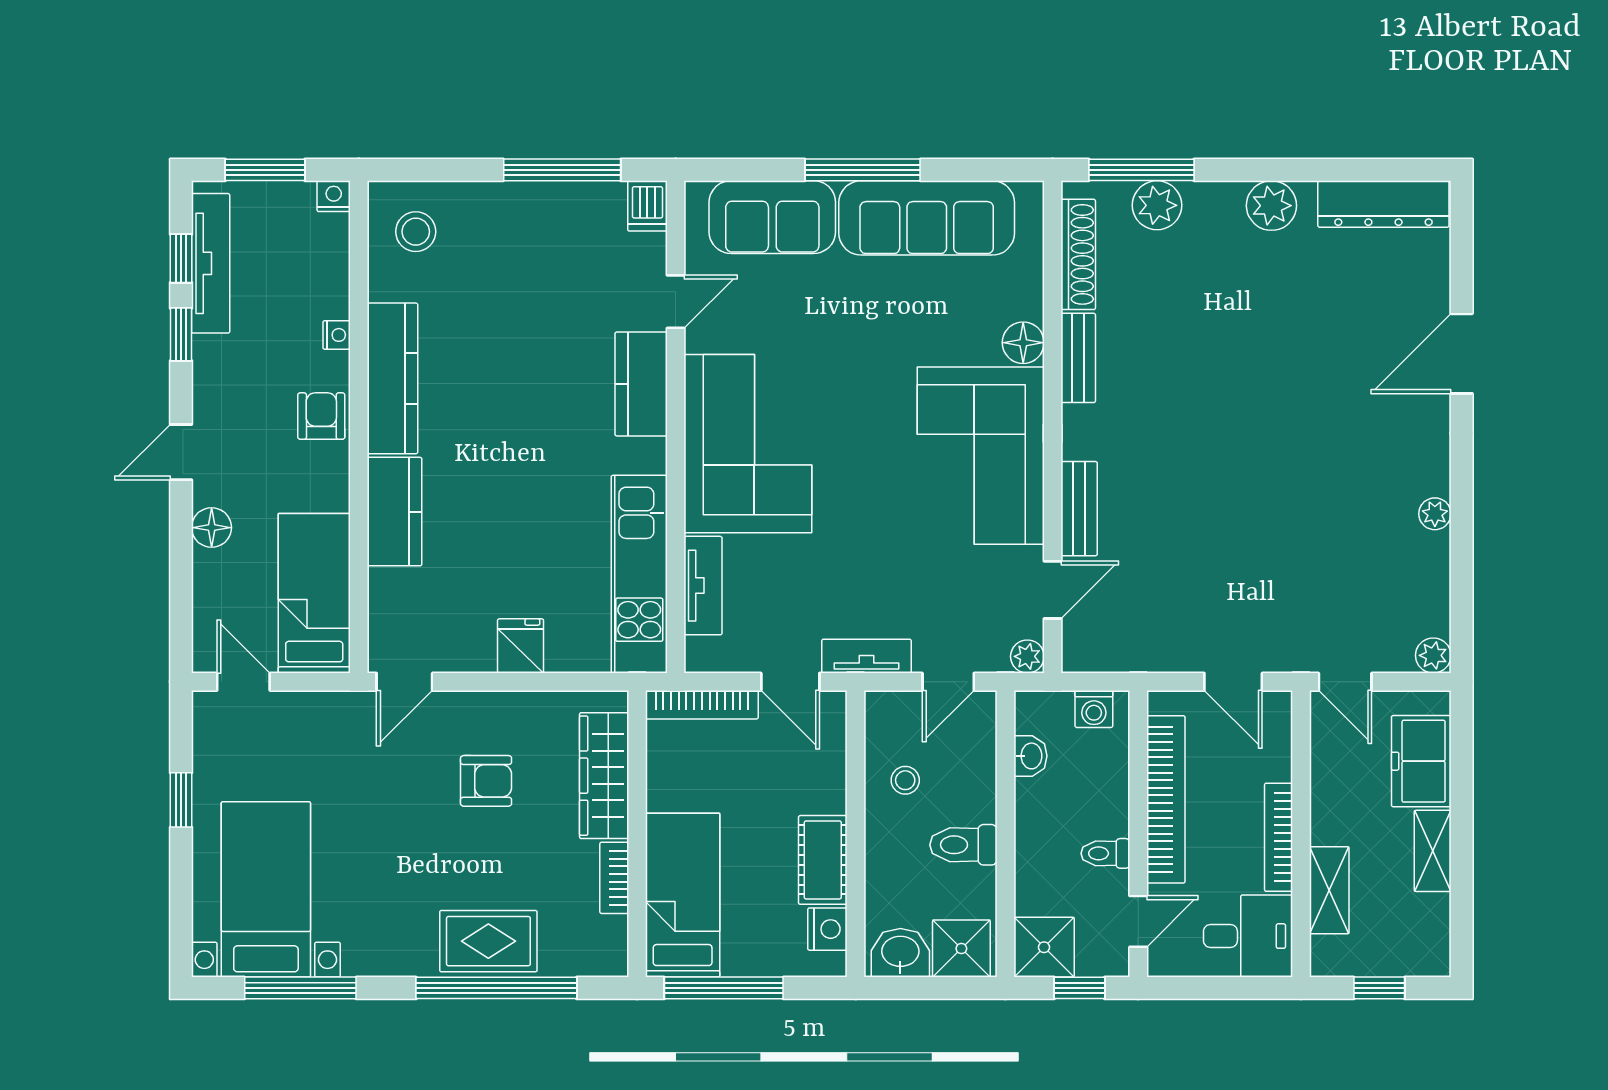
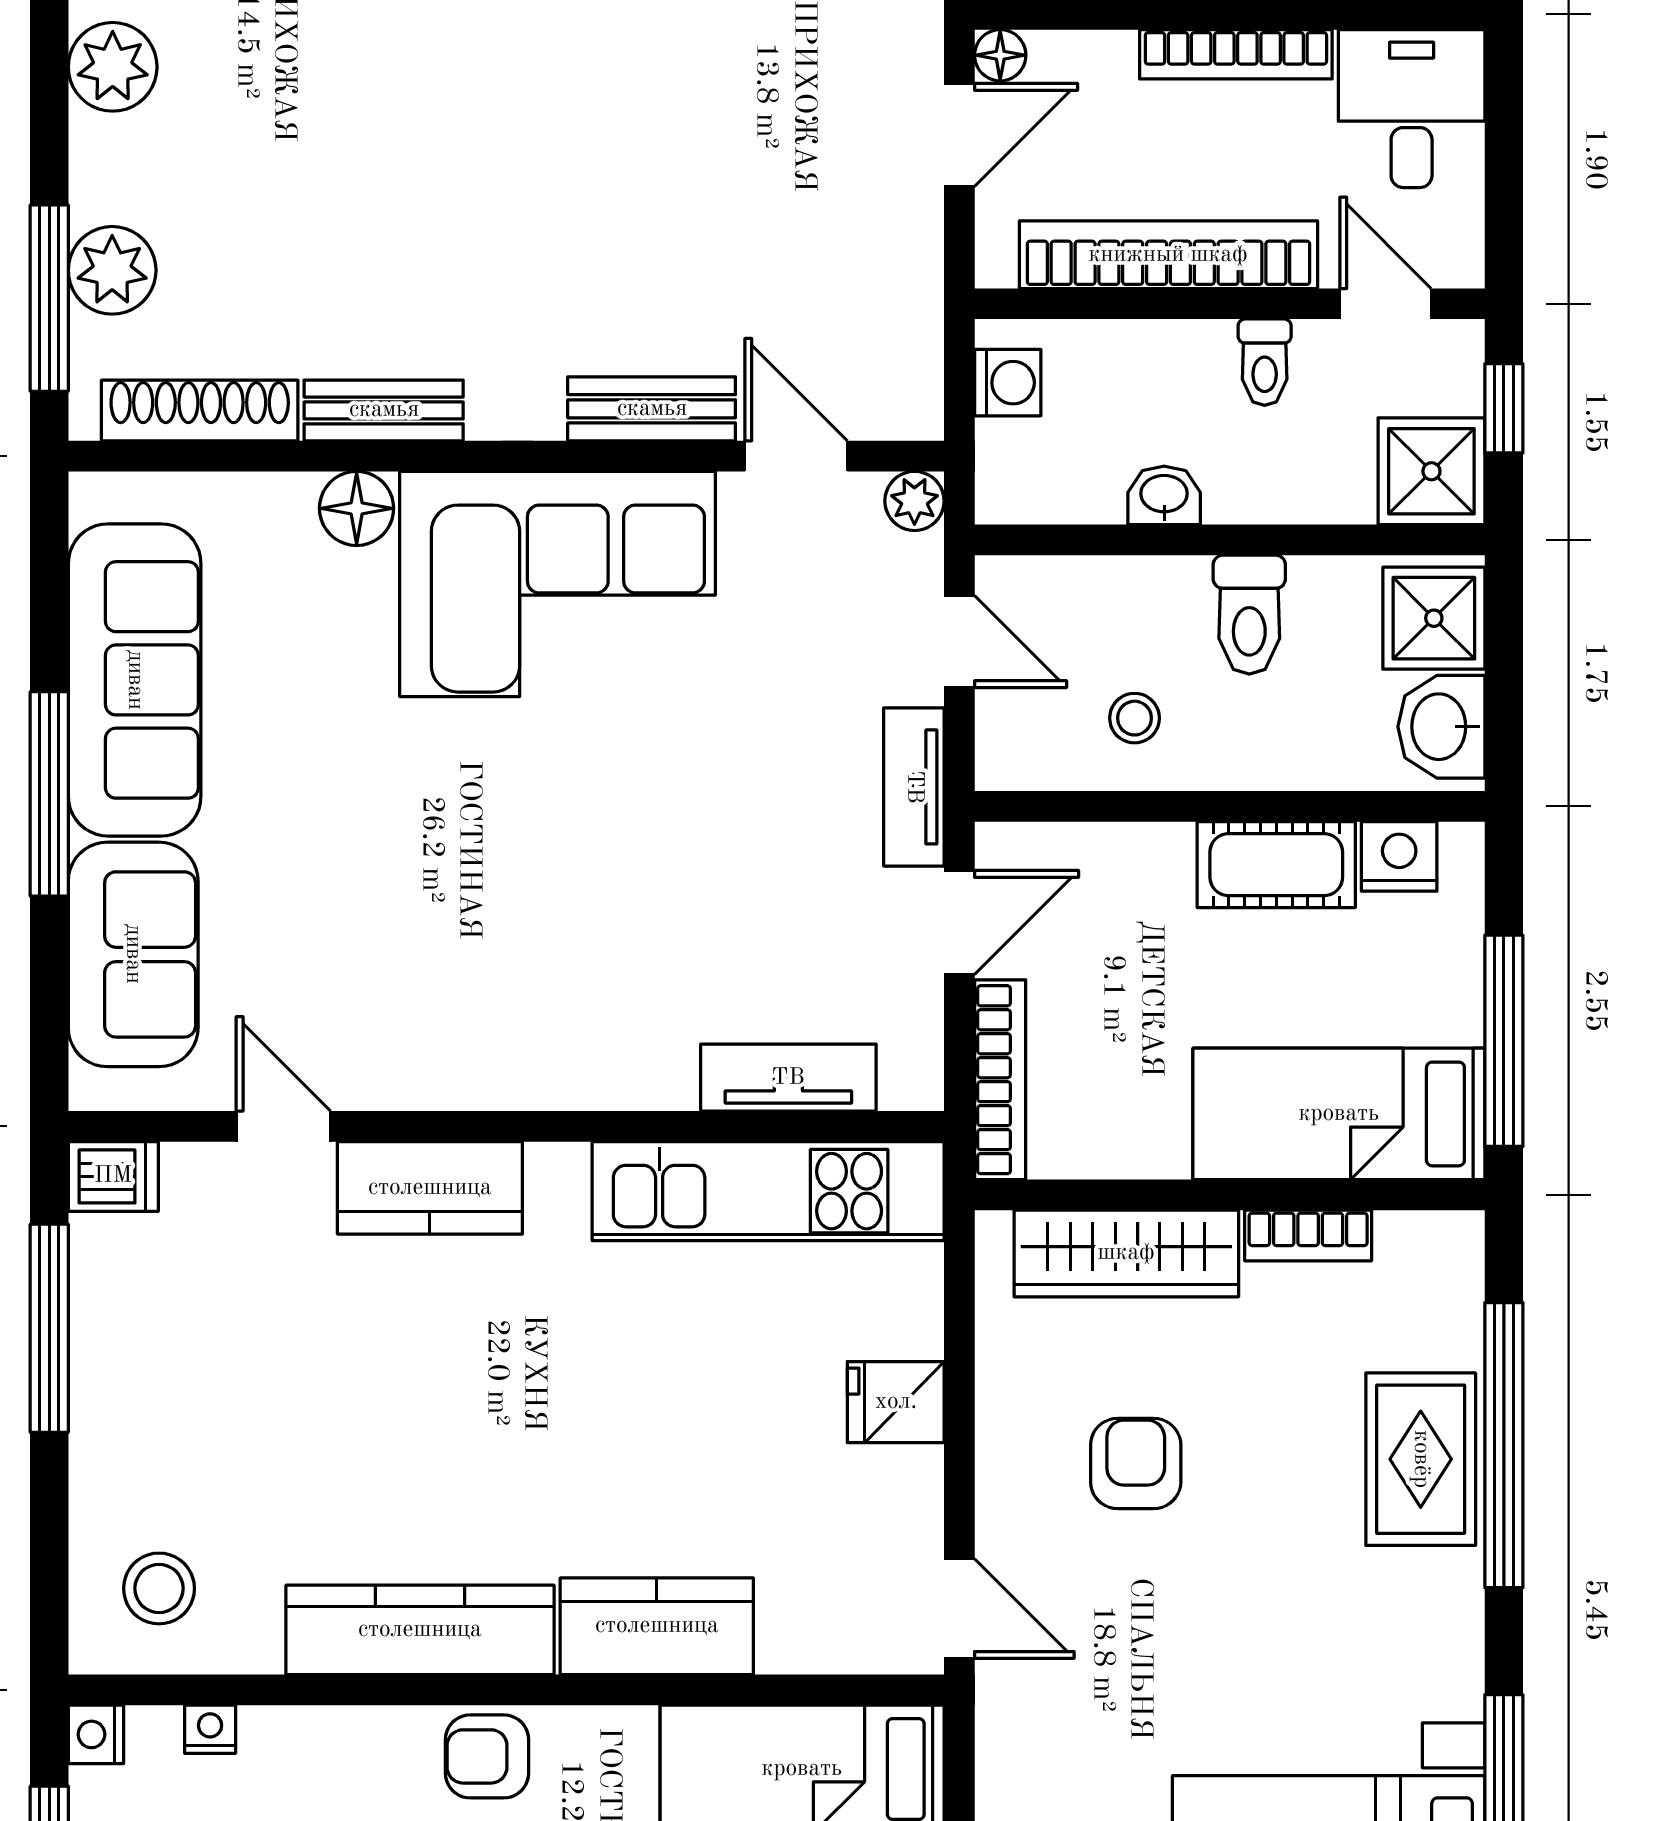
nightstand: (337, 335) -> (210, 1729), moved
corner sofa: (748, 444) -> (536, 998), removed
floor lamp: (1278, 705) -> (1000, 55), added
washbasin: (1030, 756) -> (1164, 495), moved

